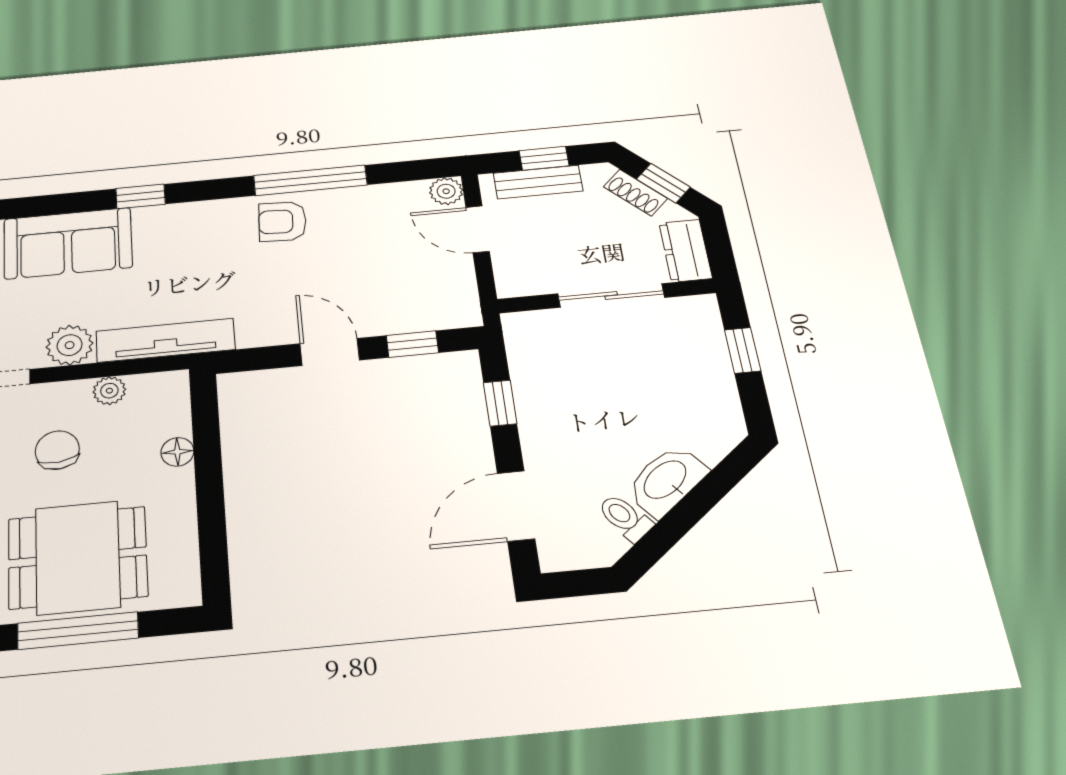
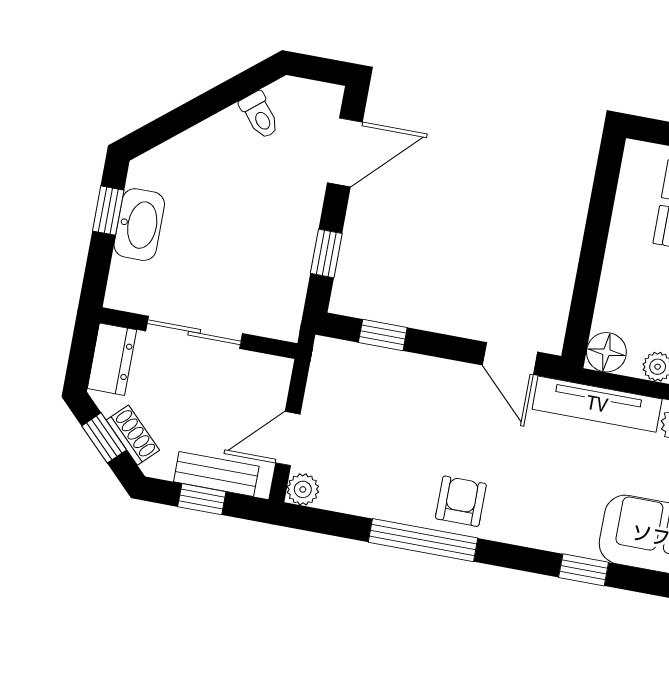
armchair: (282, 222) -> (461, 501), turned -93
door: (478, 229) -> (288, 439), swing flipped
window: (743, 350) -> (108, 211), moved
door: (330, 352) -> (510, 359), moved
floor lamp: (177, 452) -> (606, 352), moved, width x1.37, depth x1.37
washbasin: (666, 480) -> (139, 225), moved, turned -51

